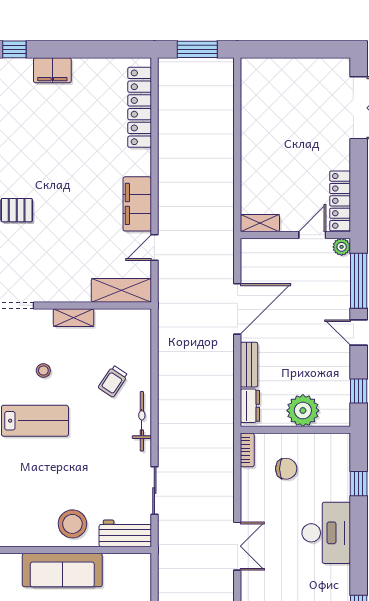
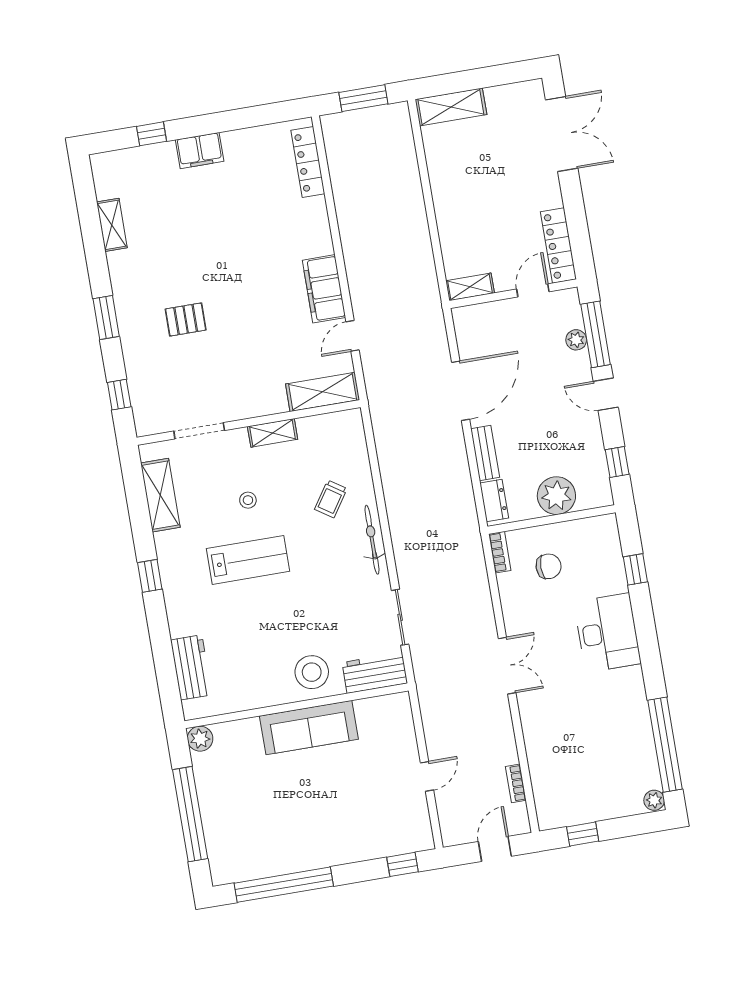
shelving: (269, 69) -> (451, 107), added
locker: (140, 107) -> (308, 162), width x0.71, depth x0.83
plant: (342, 247) -> (576, 340), moved

